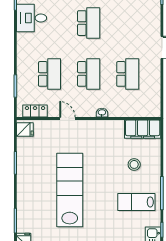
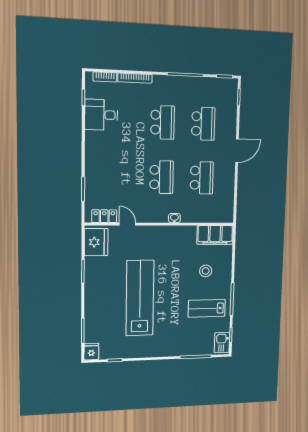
school desk: (50, 74) -> (203, 124), moved
door: (67, 118) -> (127, 224), moved
fridge: (25, 129) -> (96, 242), width x1.88, depth x1.34

